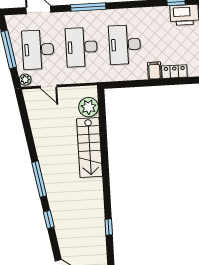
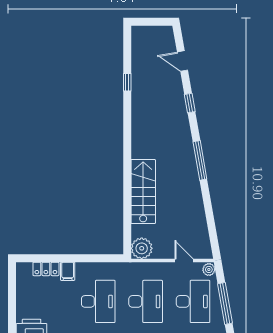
plant: (89, 107) -> (142, 248), moved
window: (49, 219) -> (190, 103), moved
window: (109, 227) -> (127, 82), moved

